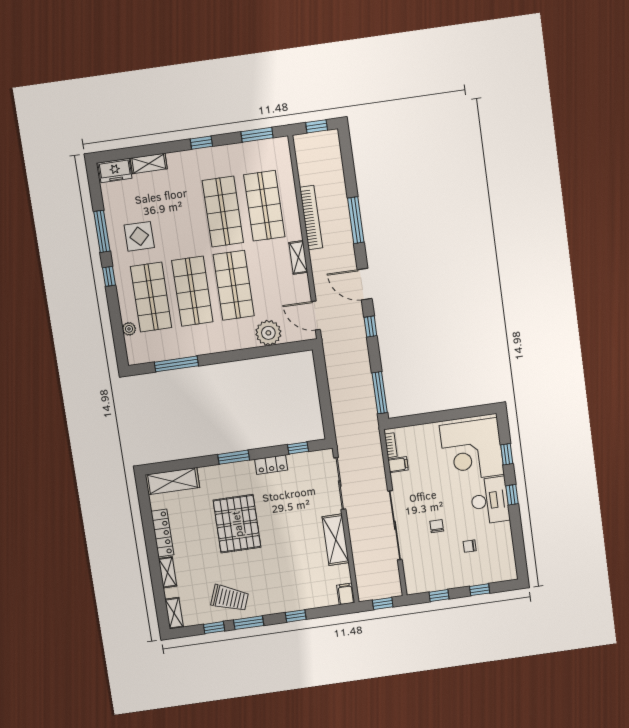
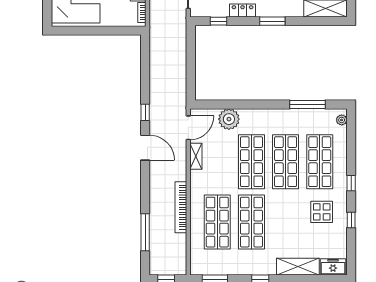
shelving: (149, 163) -> (298, 267), width x1.50, depth x1.33
window: (356, 220) -> (145, 232), moved
window: (102, 231) -> (351, 220), width x0.46
shelving: (298, 257) -> (196, 156), moved
door: (316, 316) -> (188, 128), hinge flipped
plant: (129, 329) -> (342, 120), moved
window: (380, 393) -> (145, 57), removed

